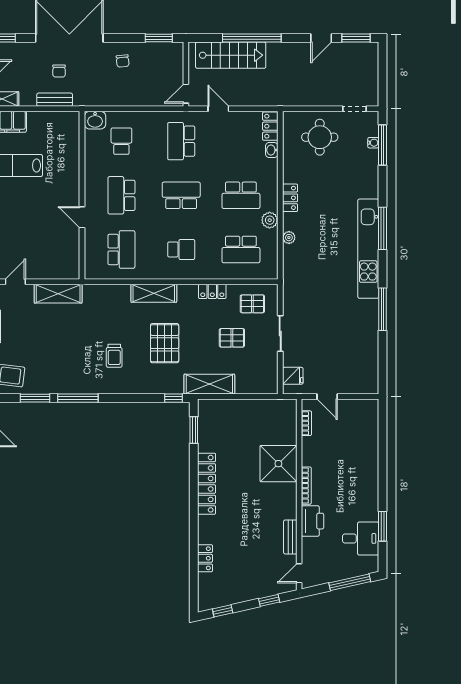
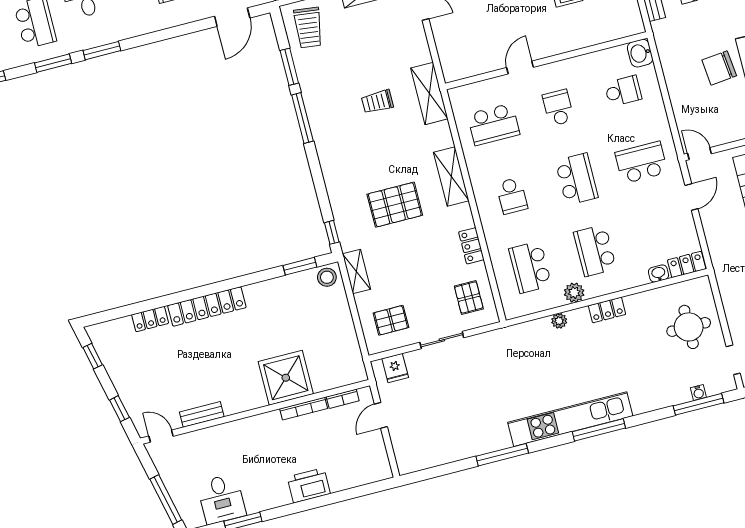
chair: (123, 61) -> (719, 68), width x1.87, depth x1.87
school desk: (121, 195) -> (558, 108), width x0.54
shelving: (58, 294) -> (429, 93), moved
pallet: (232, 338) -> (391, 320), moved, turned 90
trolley: (114, 356) -> (377, 102), moved
shelving: (209, 384) -> (357, 272), width x0.67, depth x0.75
stool: (208, 411) -> (327, 277), added
locker: (207, 484) -> (207, 306), moved
bookcase: (306, 486) -> (304, 409), moved
printer: (313, 521) -> (309, 485), moved, turned 180

